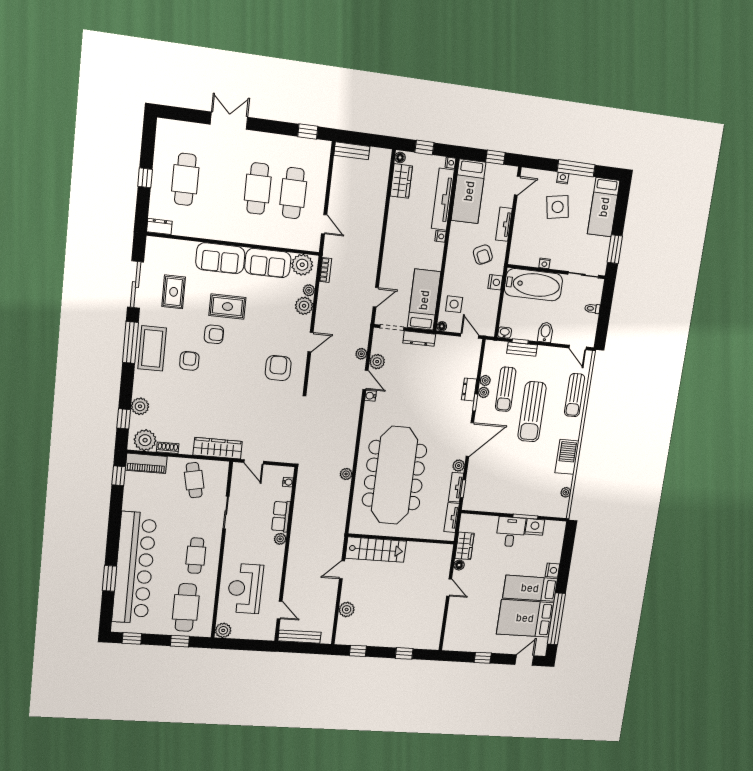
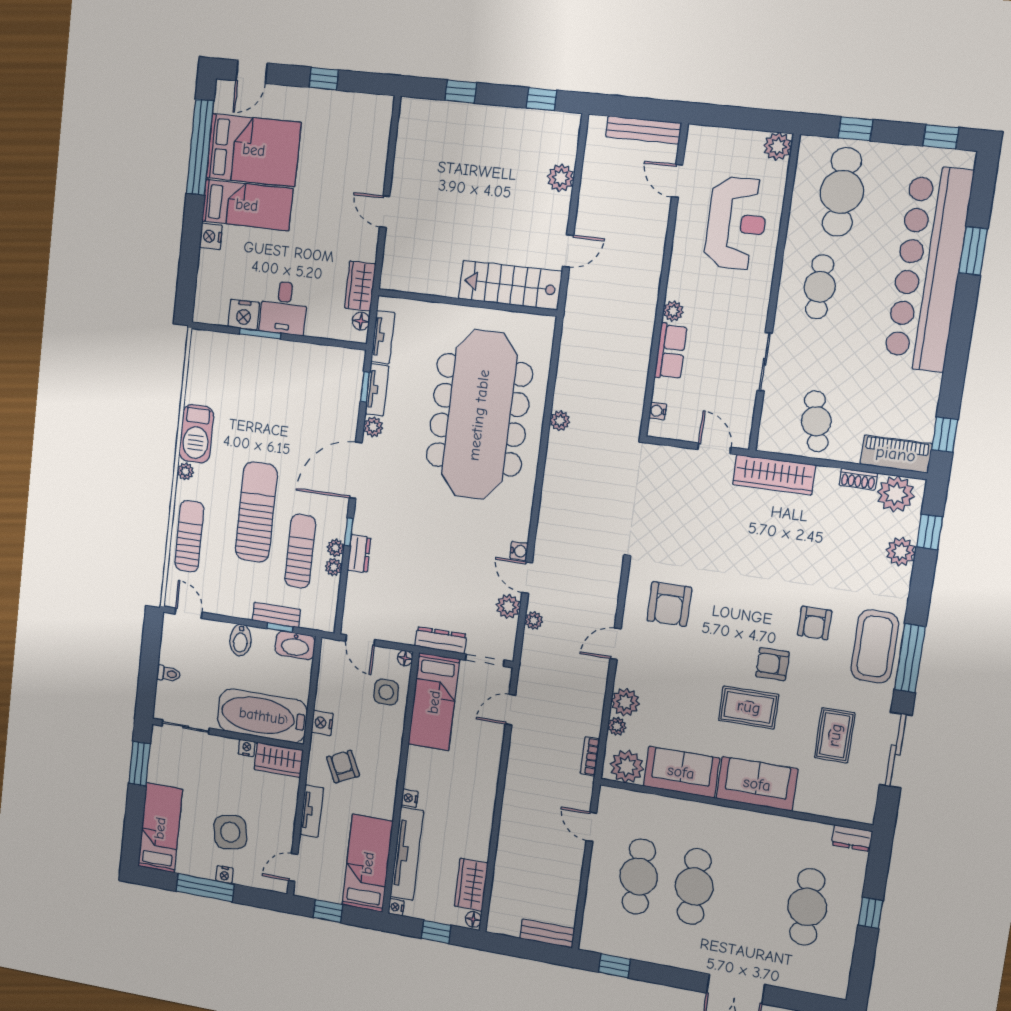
wardrobe: (524, 257) -> (279, 760), added
washbasin: (505, 333) -> (295, 645), width x1.91, depth x1.45
plant: (566, 492) -> (185, 471), moved
floor lamp: (459, 565) -> (361, 321), moved

